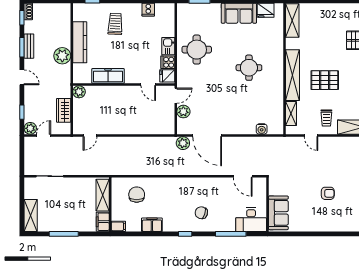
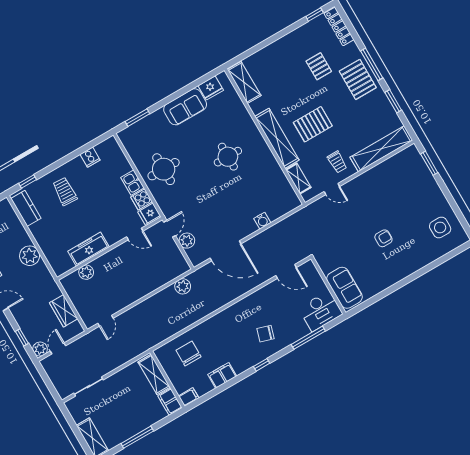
kitchen counter: (80, 42) -> (26, 208), moved, width x0.67
plant: (79, 92) -> (86, 272), moved
water cooler: (262, 129) -> (262, 221), moved
plant: (183, 143) -> (183, 286), moved

